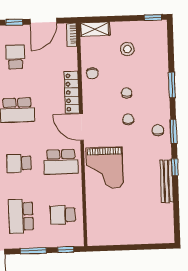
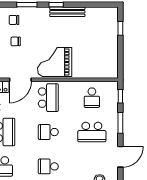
chair: (158, 130) -> (14, 20), moved
school desk: (19, 163) -> (48, 132), turned 90
grand piano: (105, 168) -> (55, 62), turned 180
window: (149, 247) -> (120, 28), added

